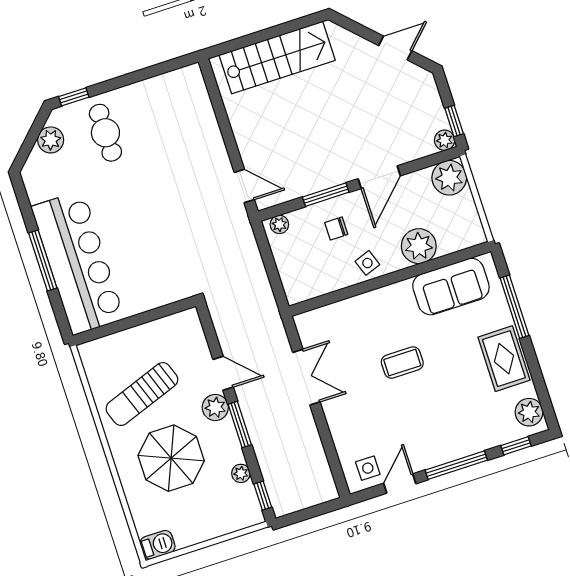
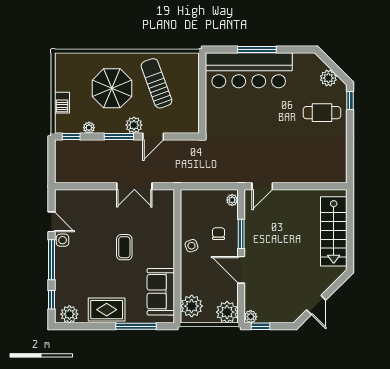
plant: (419, 246) -> (192, 306), moved
side table: (368, 468) -> (63, 240), moved
barbecue: (158, 545) -> (62, 103), moved

